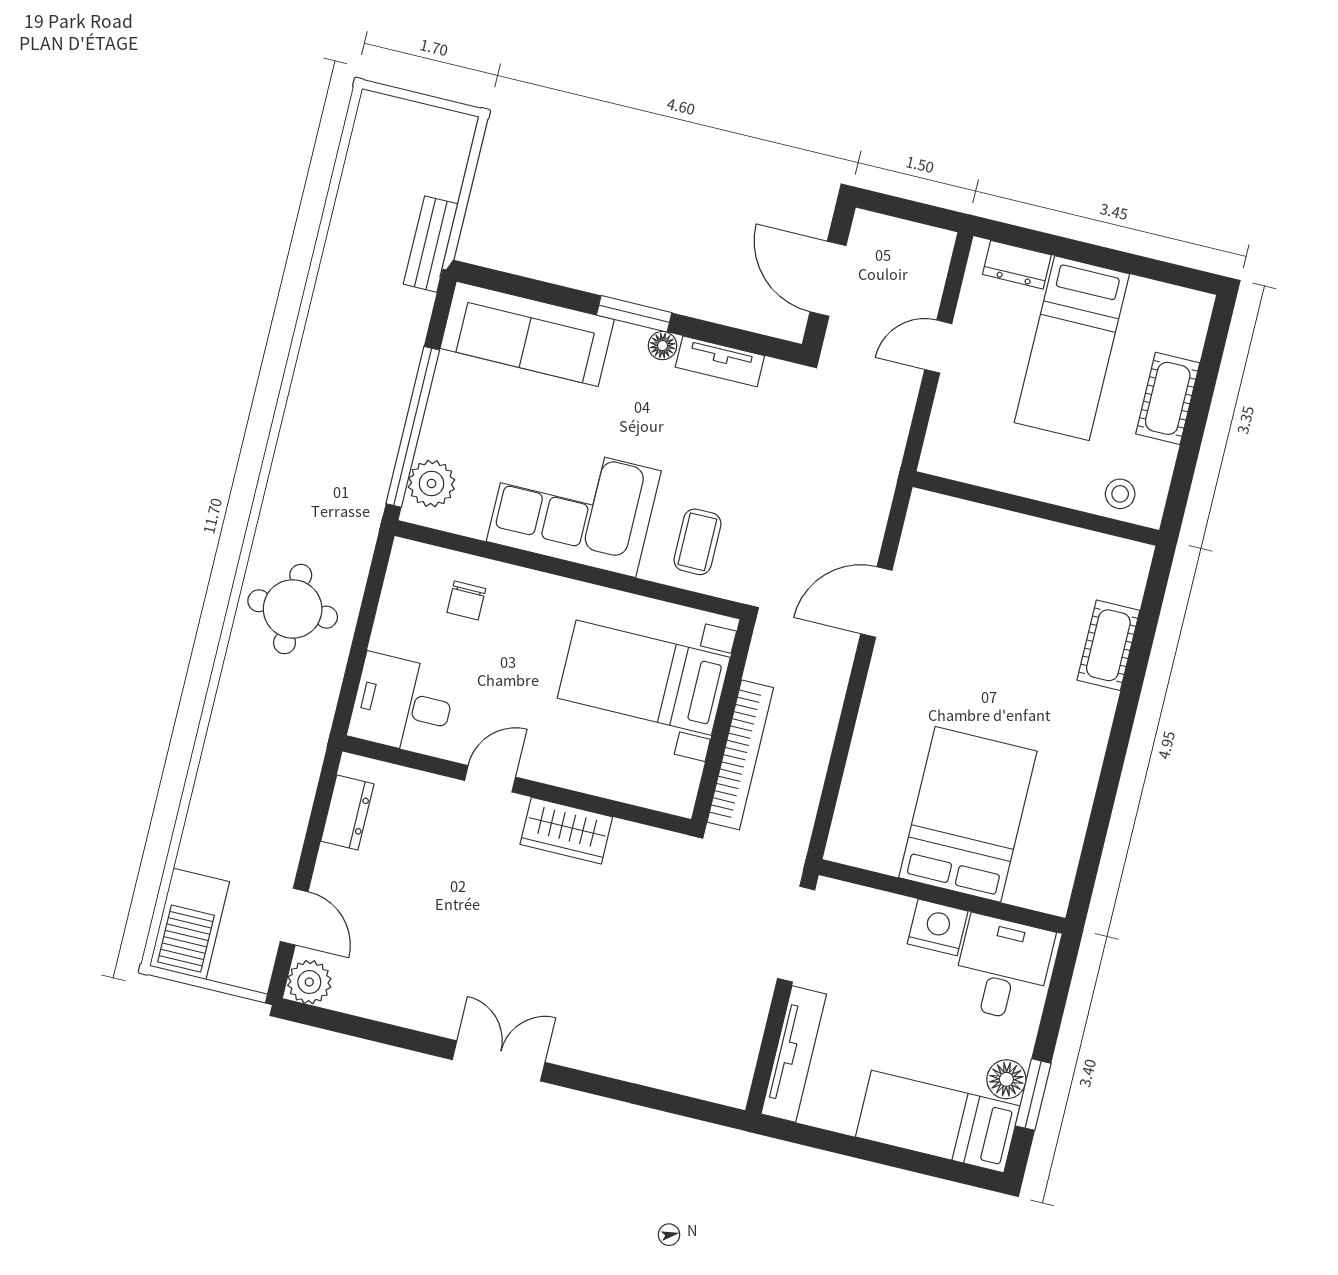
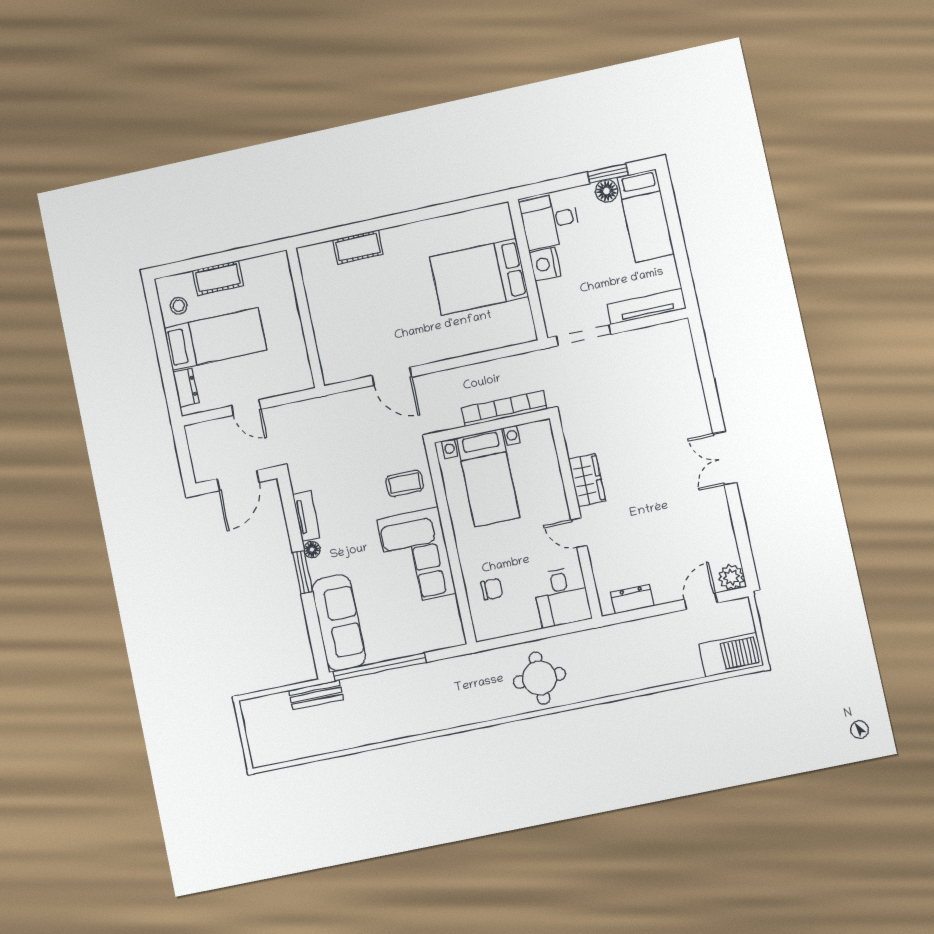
window: (413, 427) -> (380, 667), moved
plant: (432, 483) -> (440, 636), removed
stool: (1120, 494) -> (179, 306), moved

